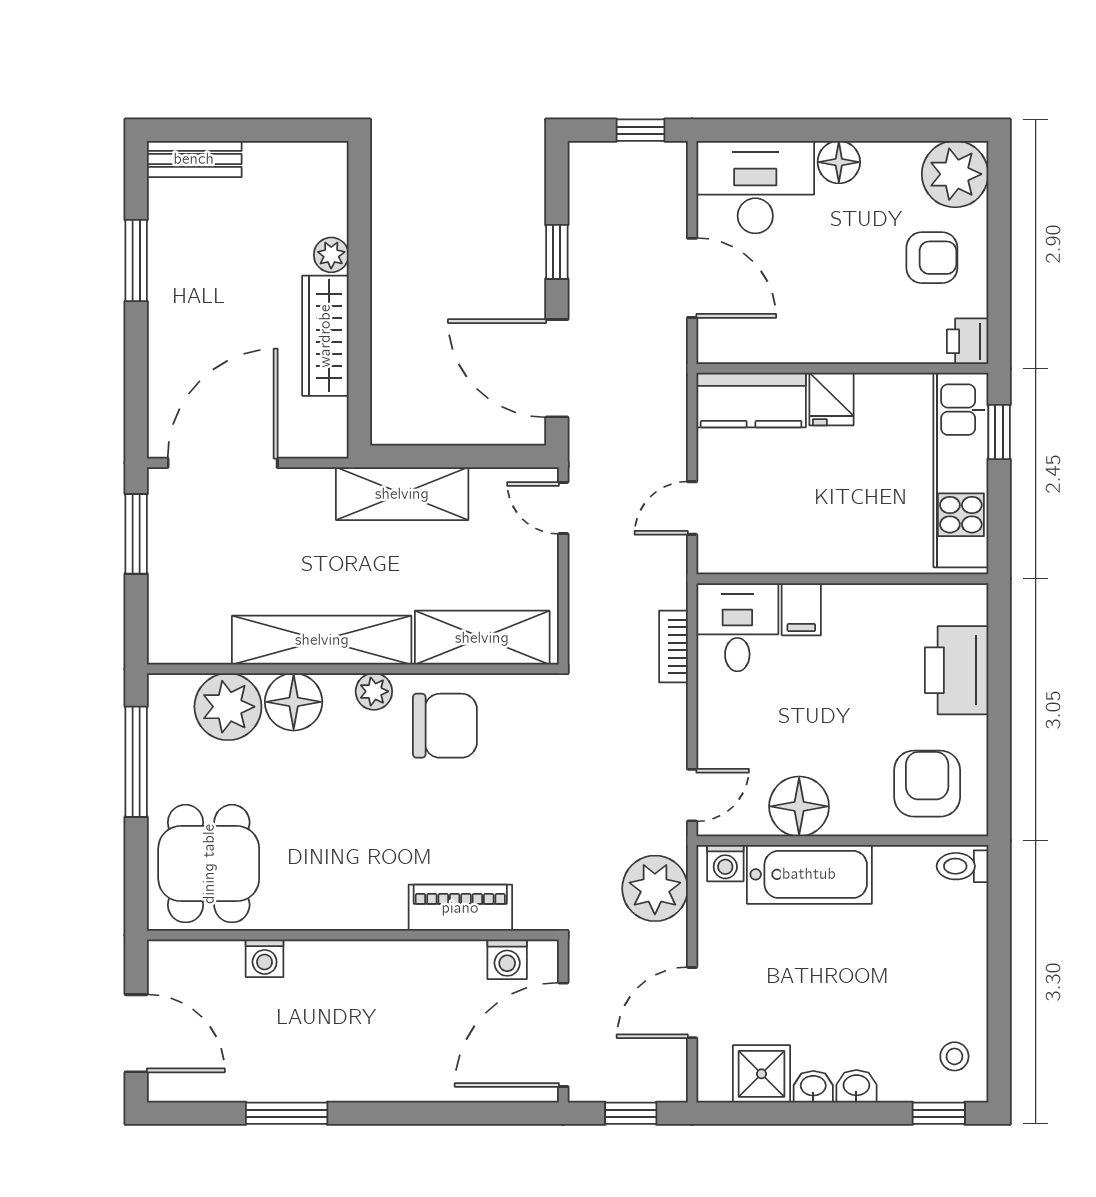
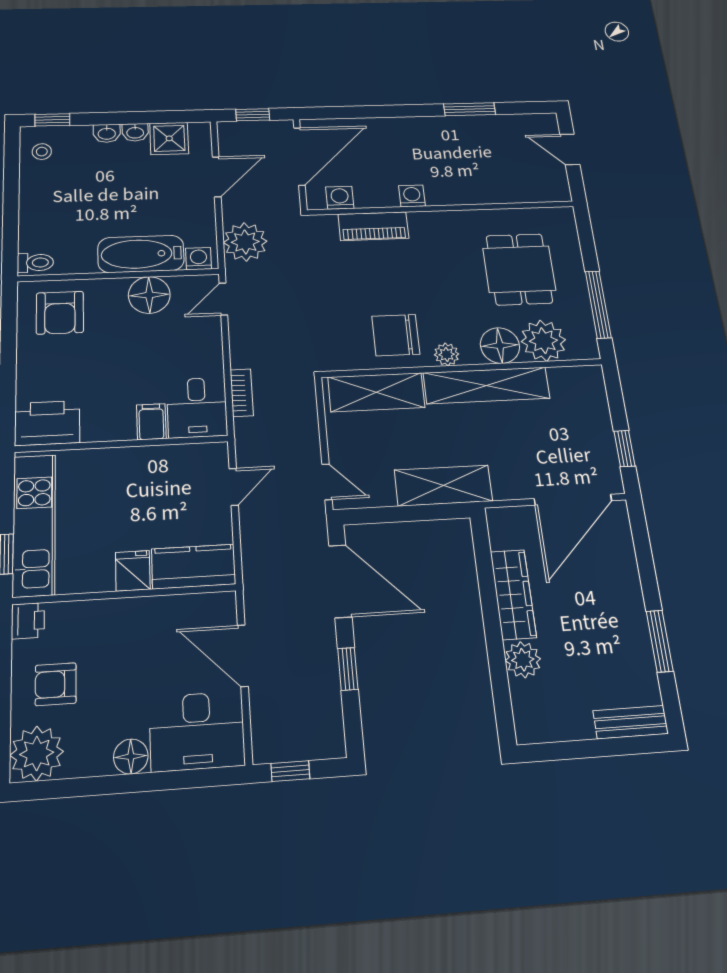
plant: (331, 255) -> (523, 660), width x1.38, depth x1.38
window: (136, 534) -> (624, 449), width x0.67
printer: (957, 670) -> (47, 423), moved, turned -90
dining table: (209, 864) -> (519, 269), moved
washing machine: (265, 958) -> (412, 196), moved
door: (136, 1033) -> (570, 149), width x0.73

